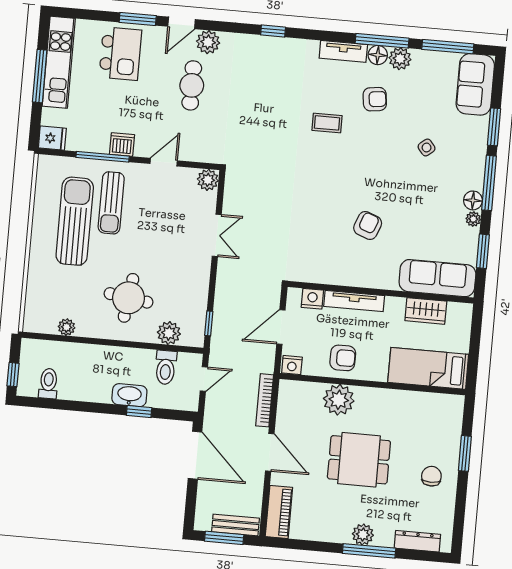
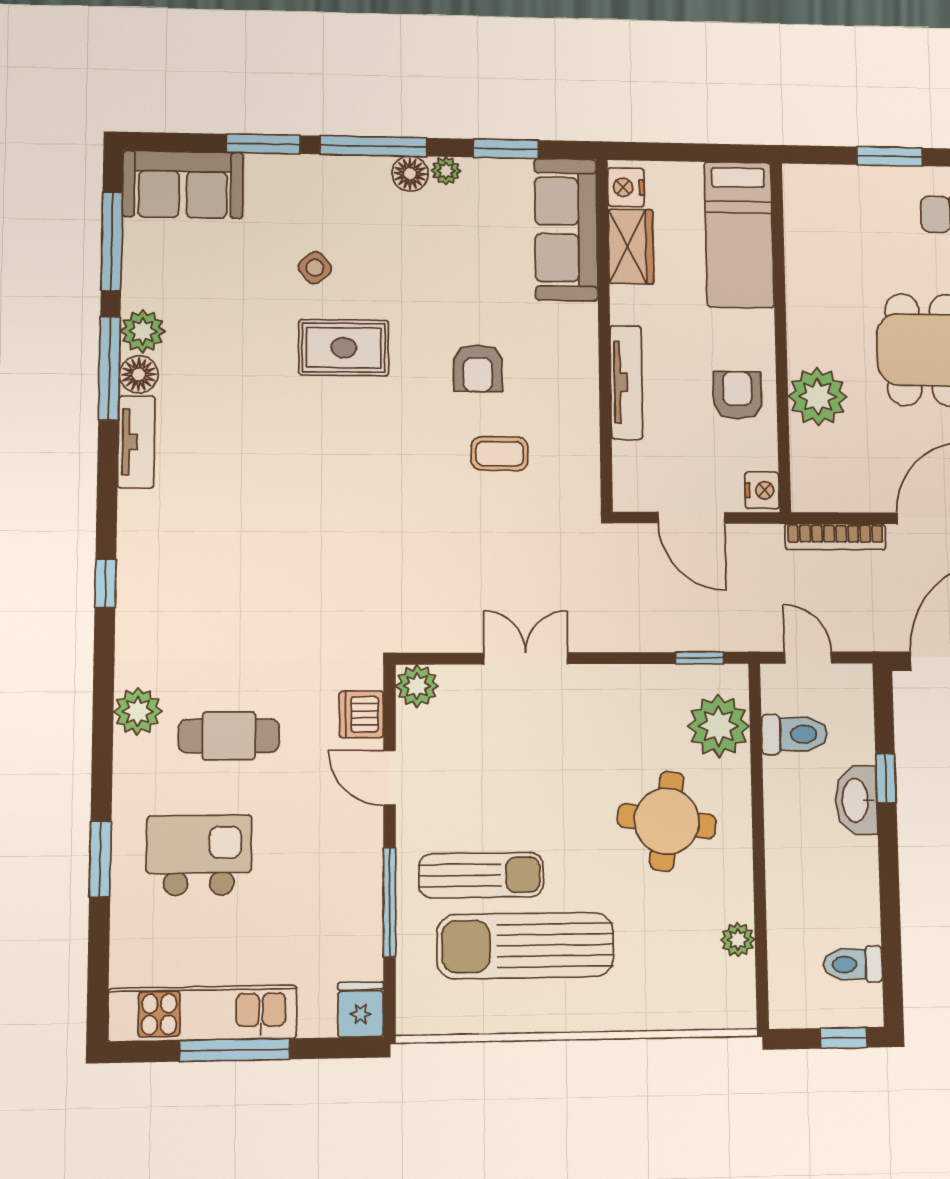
door: (182, 23) -> (102, 769), removed
kitchen island: (120, 54) -> (199, 855), moved
armchair: (375, 99) -> (228, 374), removed
coffee table: (327, 123) -> (500, 454), moved, turned 90
dishwasher: (122, 145) -> (361, 714), moved
rug: (384, 159) -> (344, 348), added
armchair: (368, 226) -> (478, 368), turned -111
nightstand: (312, 299) -> (626, 187), moved
plant: (169, 333) -> (719, 726), width x1.36, depth x1.36

